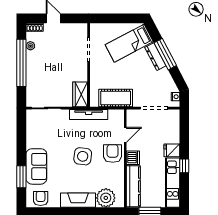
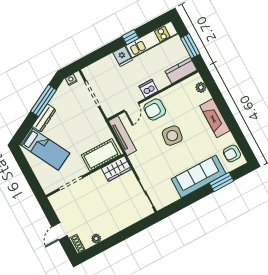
window: (165, 54) -> (43, 101), moved
window: (21, 63) -> (117, 239), removed
cot: (116, 98) -> (101, 155), moved, turned 90
tv unit: (89, 114) -> (122, 136), moved
door: (125, 135) -> (131, 107), swing flipped
sofa: (36, 166) -> (199, 176), width x1.36
kitchen counter: (133, 186) -> (181, 71), width x0.67
plant: (106, 198) -> (201, 87), width x0.53, depth x0.53

